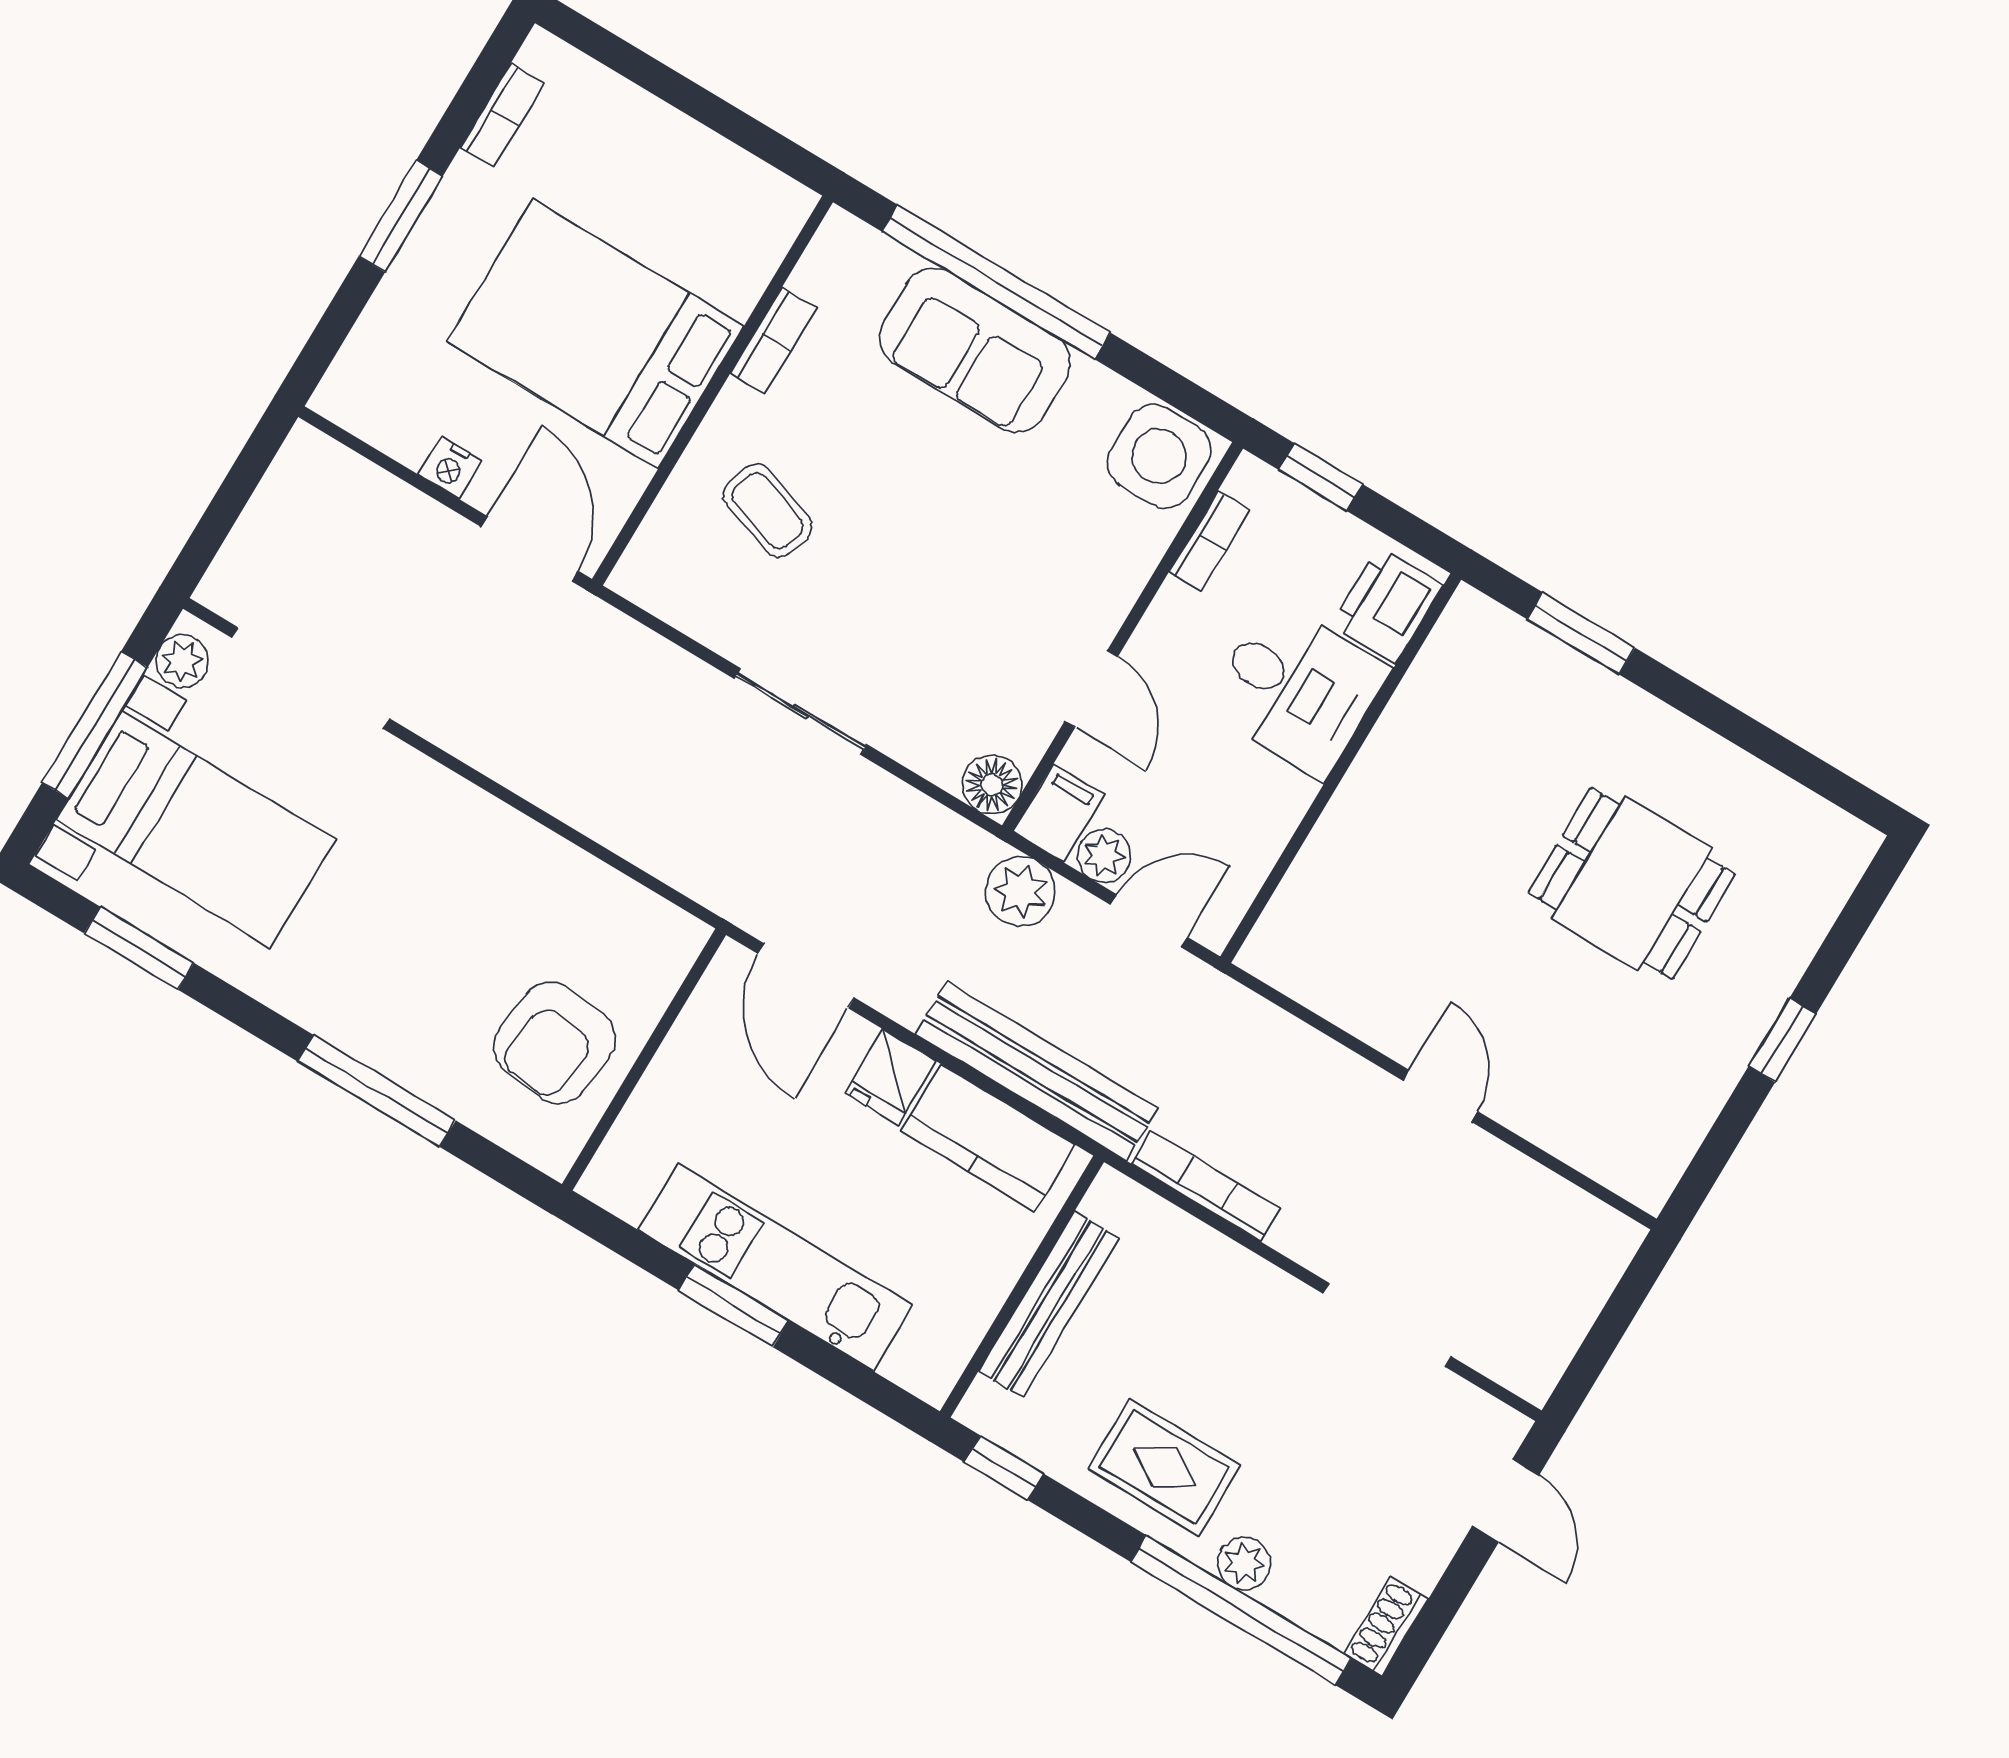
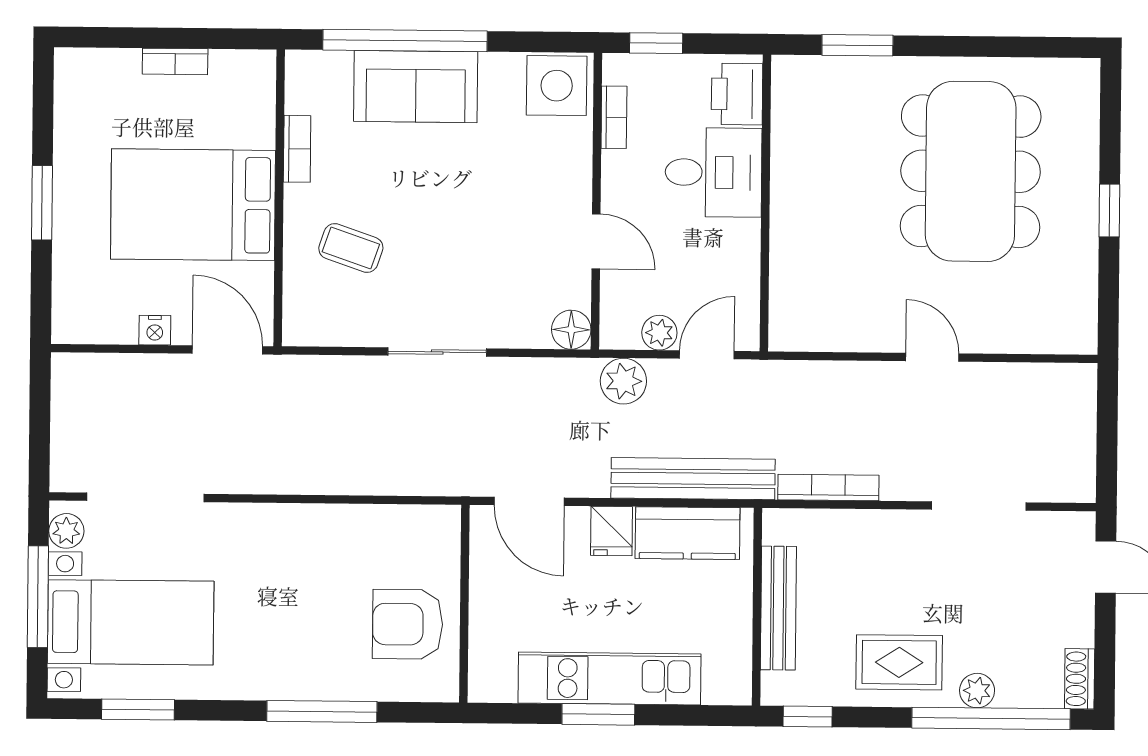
bookcase: (502, 116) -> (175, 61), moved, turned 90
filing cabinet: (1059, 813) -> (619, 323), removed
dining table: (1632, 883) -> (971, 171), width x1.87, depth x1.24
armchair: (554, 1043) -> (408, 624), turned 83

